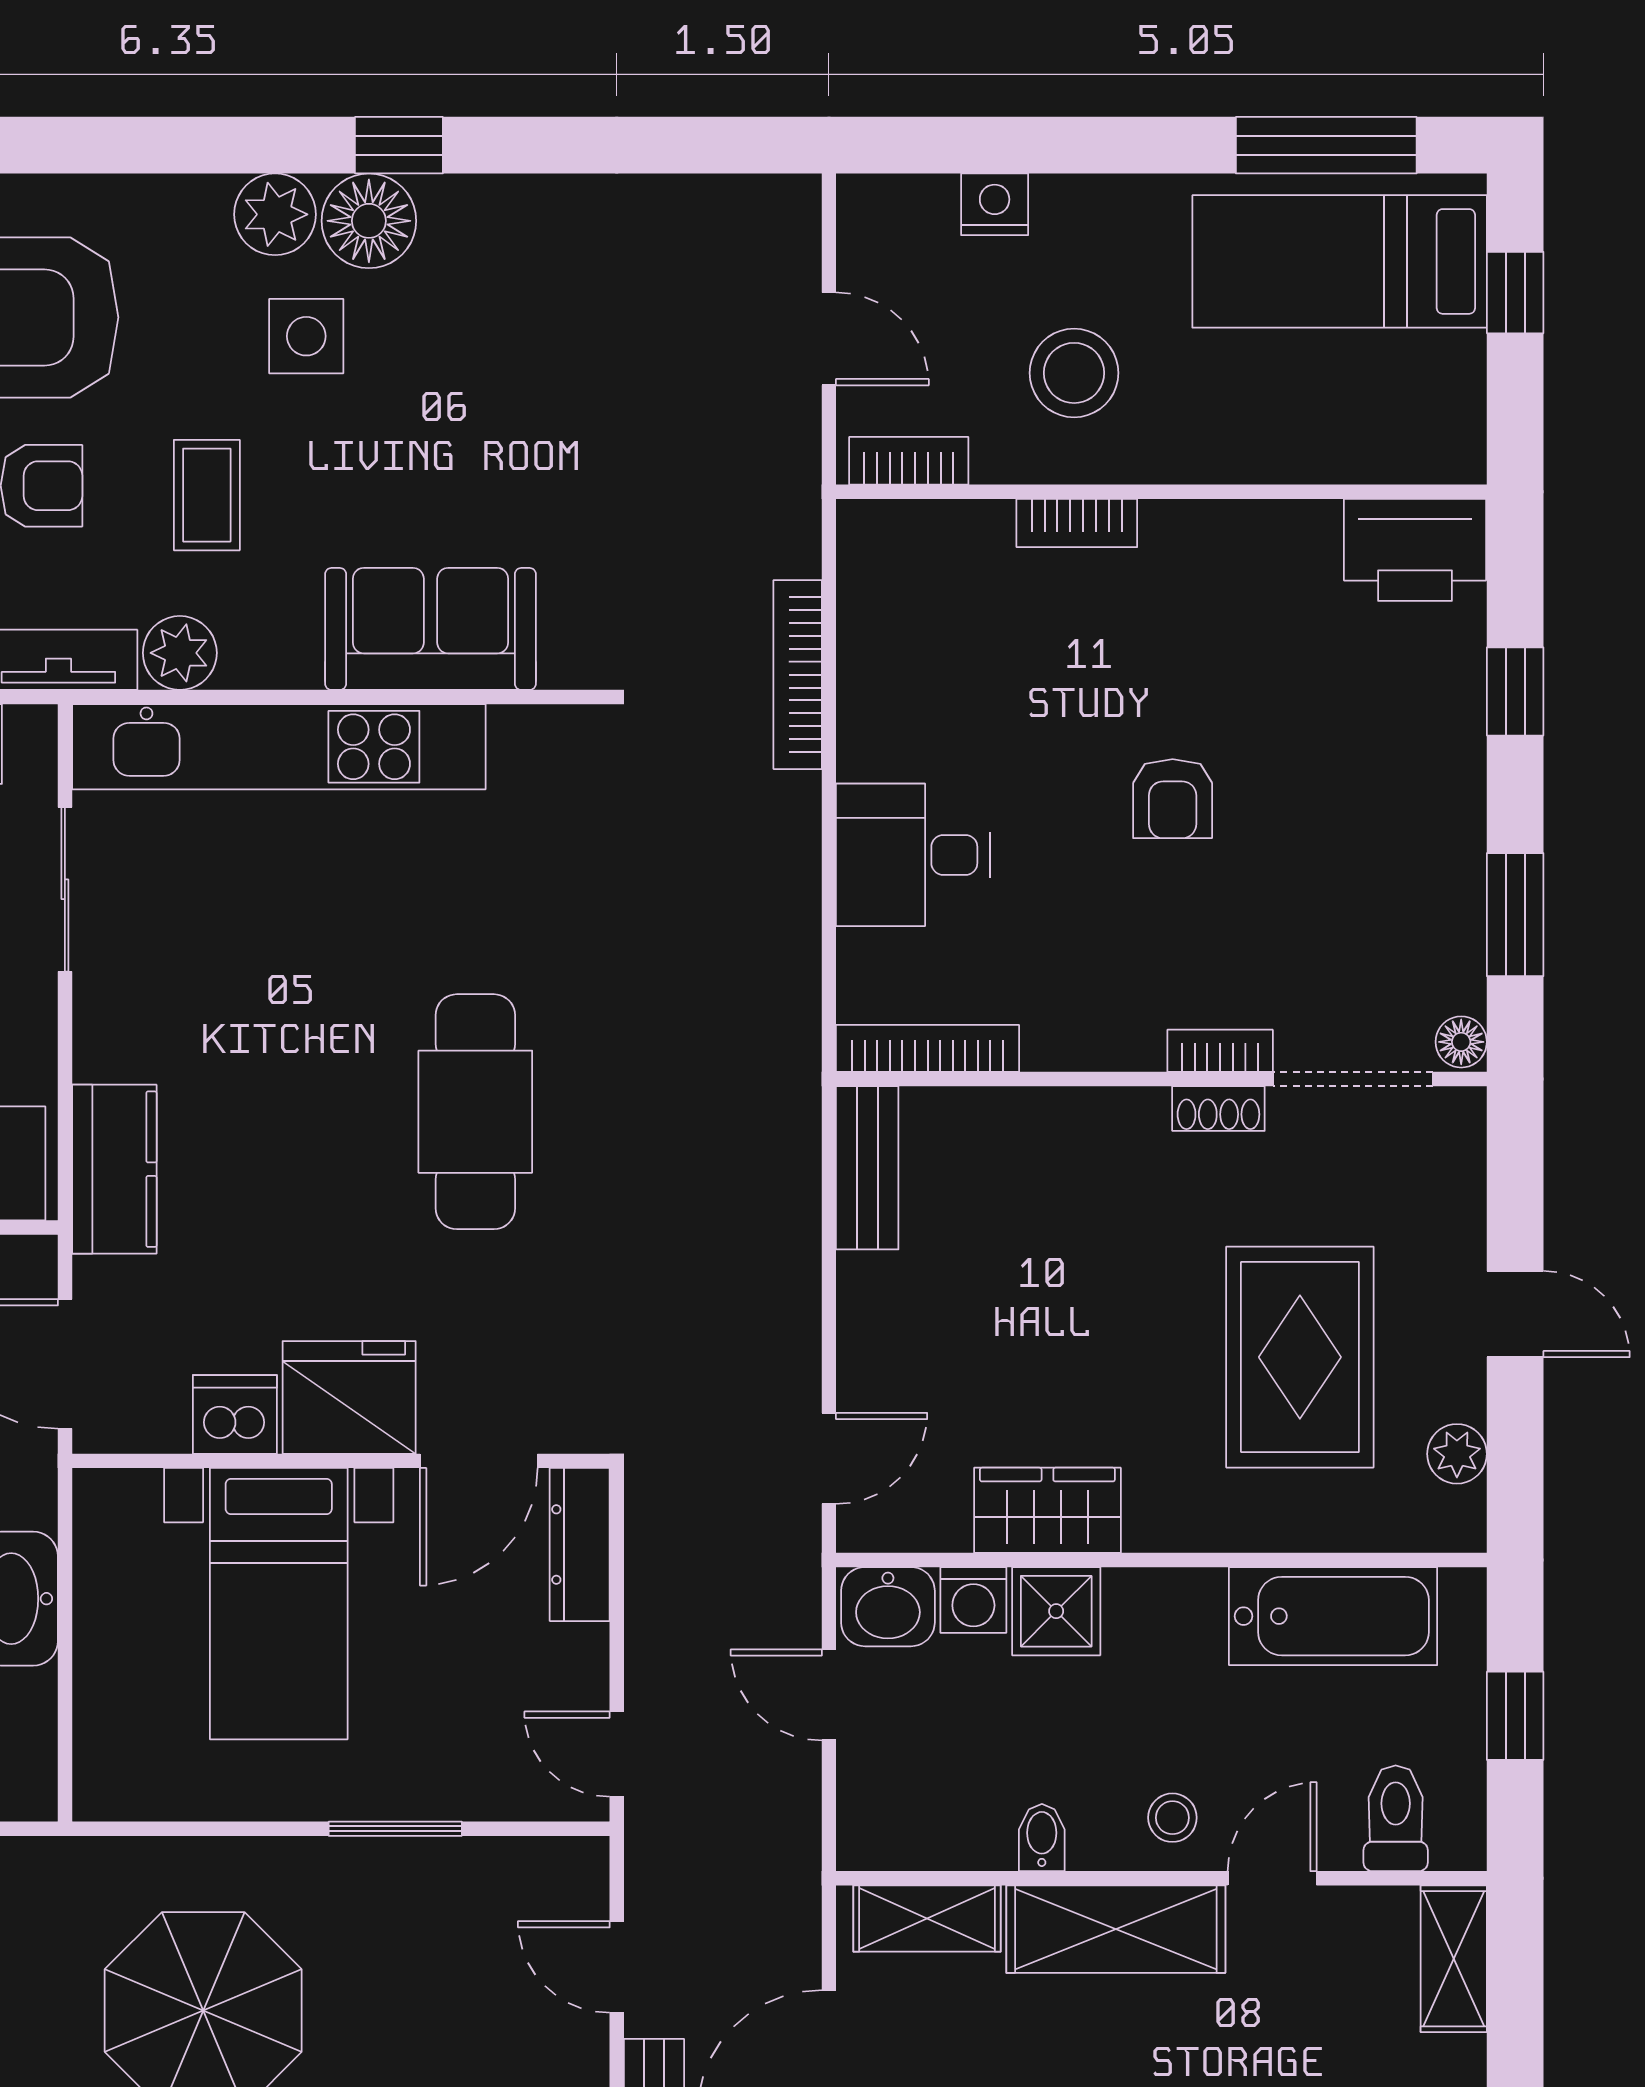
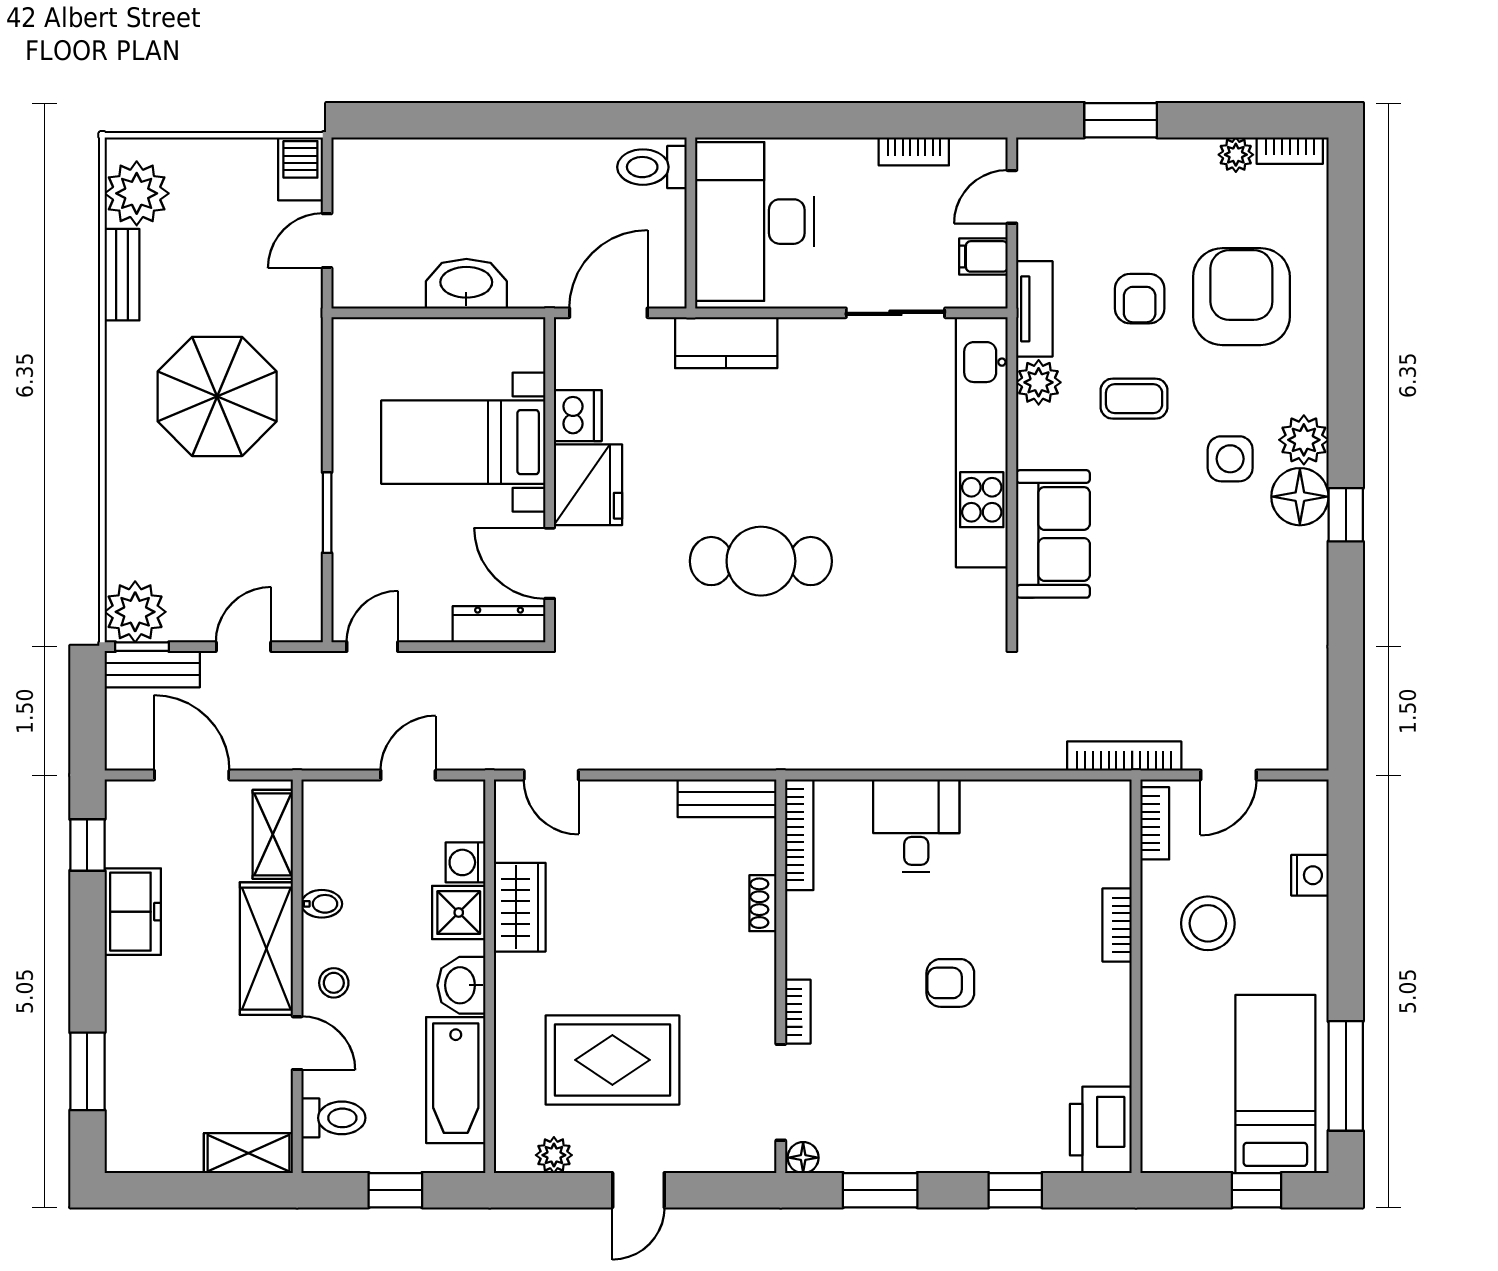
bookcase: (798, 675) -> (1124, 756), moved
shoe rack: (1218, 1108) -> (763, 903), moved
washbasin: (888, 1607) -> (461, 985), moved

